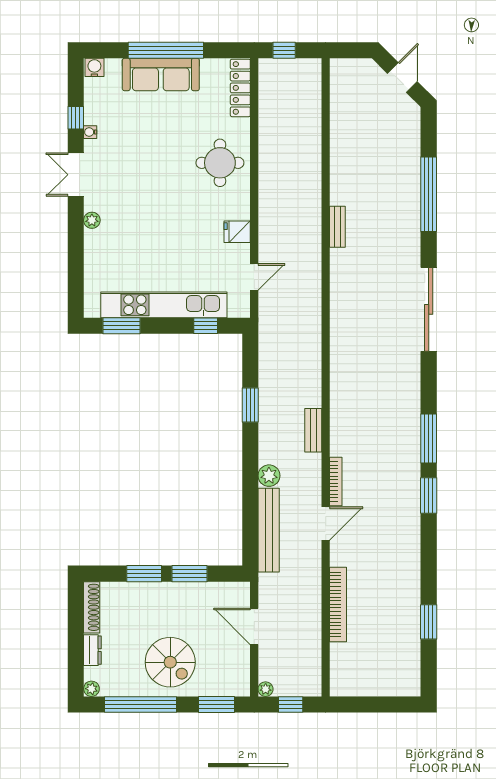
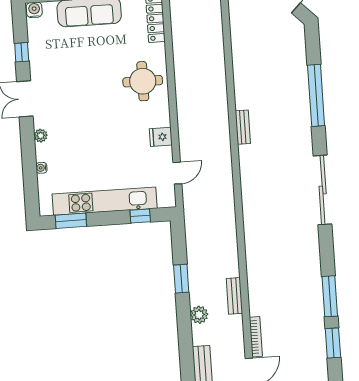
water cooler: (90, 132) -> (41, 168), moved
plant: (269, 476) -> (199, 315), moved

